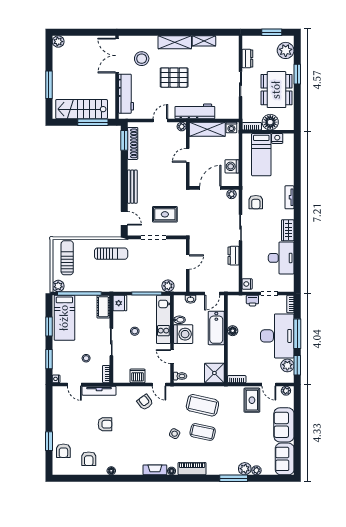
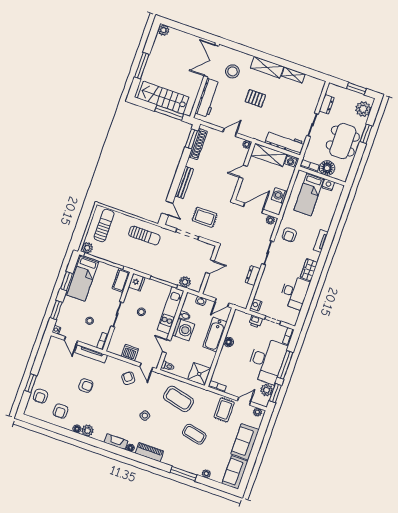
pallet: (174, 78) -> (255, 98), width x0.67, depth x0.71
workbench: (195, 111) -> (285, 142), moved
door: (269, 384) -> (244, 401), swing flipped
coffee table: (203, 432) -> (194, 434), moved
plant: (245, 469) -> (88, 431), moved

